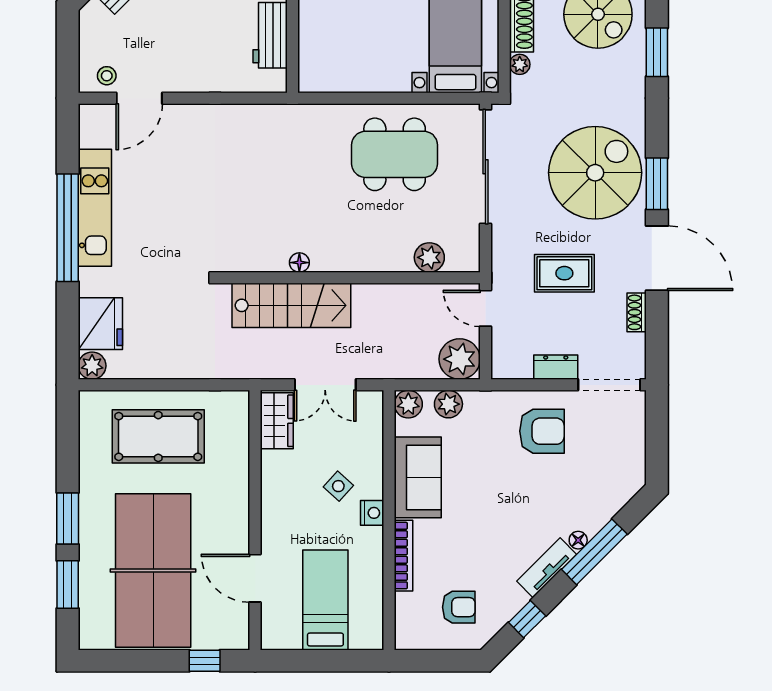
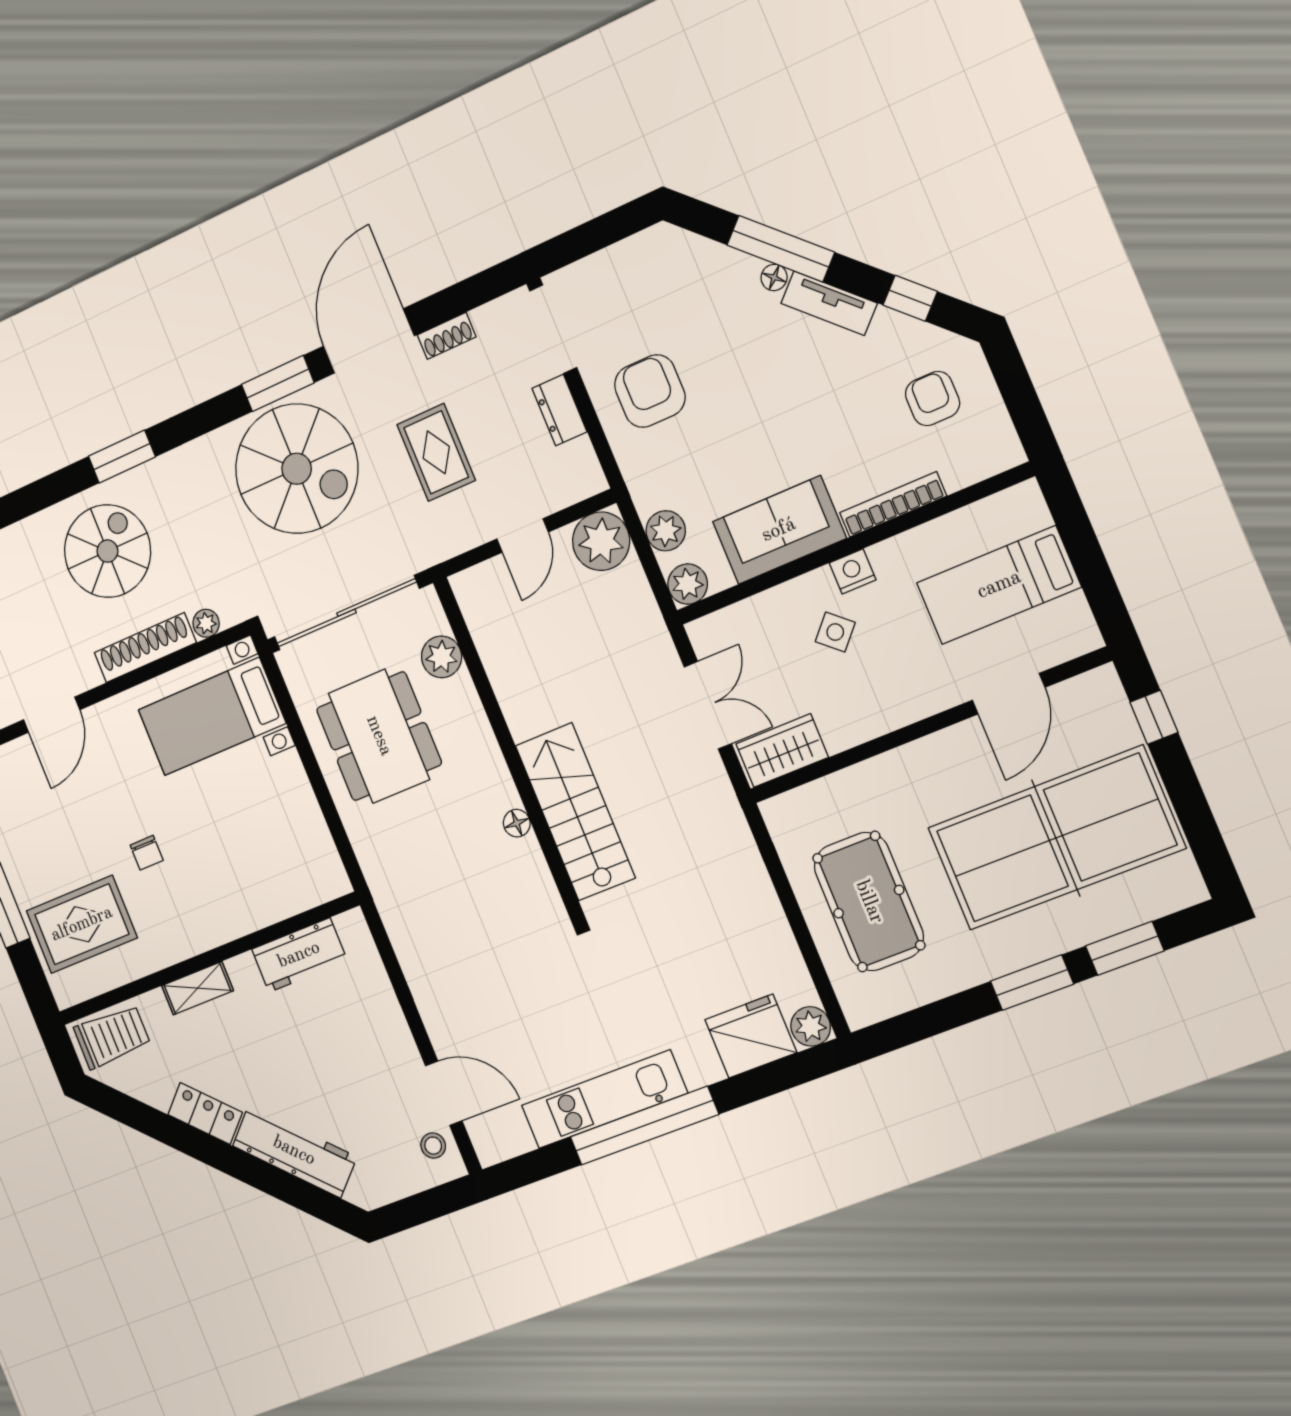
spiral stairs: (595, 173) -> (297, 469), turned 180
plant: (429, 257) -> (441, 657), moved
floor lamp: (299, 263) -> (517, 823), moved
wall: (350, 278) -> (509, 749), moved
stairs: (291, 305) -> (575, 812), moved

